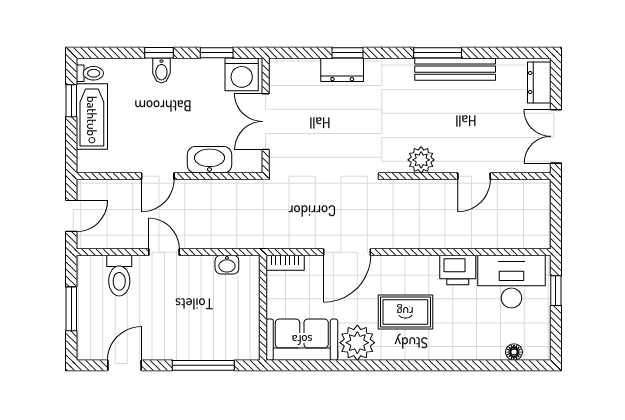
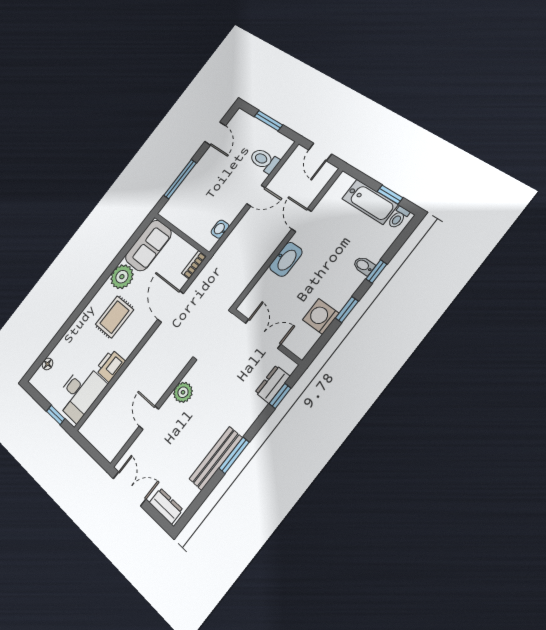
wall: (266, 116) -> (266, 336), moved
double door: (266, 122) -> (263, 334), moved

